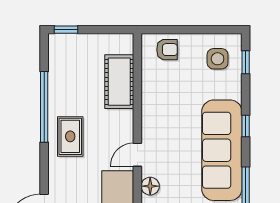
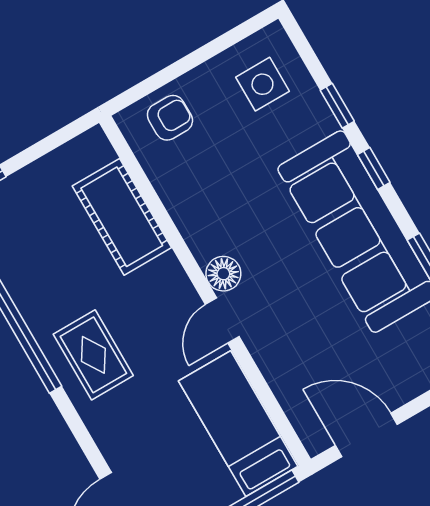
window: (246, 62) -> (337, 106), moved
floor lamp: (150, 186) -> (223, 274), moved

